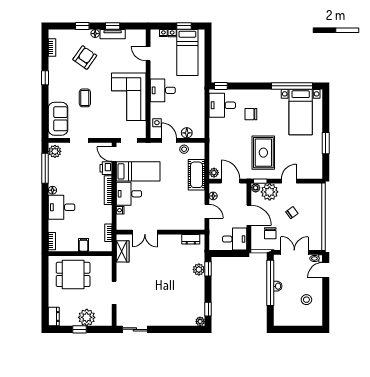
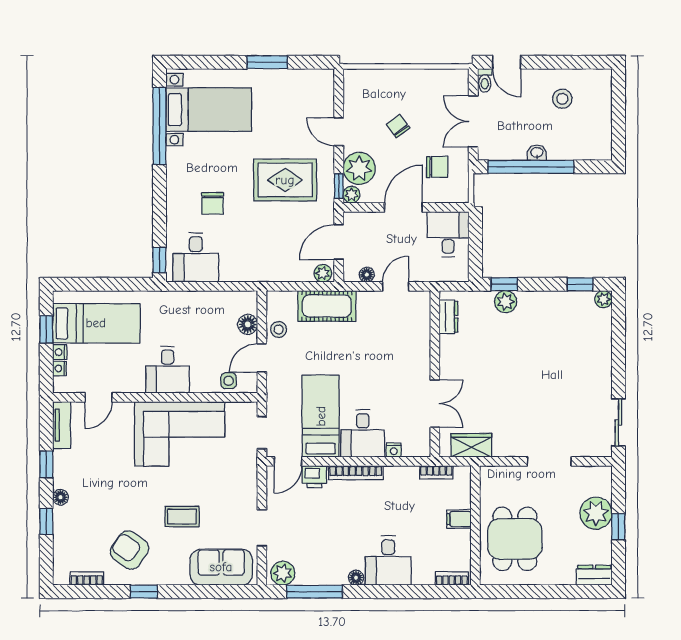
tv unit: (113, 34) -> (62, 425), moved
armchair: (85, 57) -> (129, 550), moved

